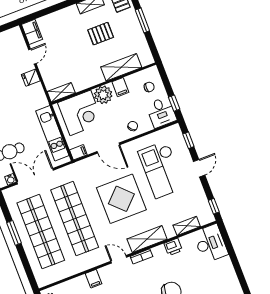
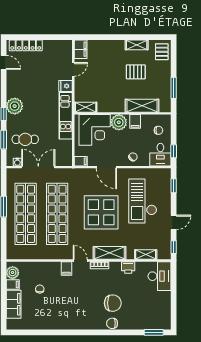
window: (142, 20) -> (174, 88), moved
kitchen unit: (52, 133) -> (66, 116), moved
door: (199, 168) -> (174, 222), moved
filing cabinet: (94, 279) -> (66, 268), moved

